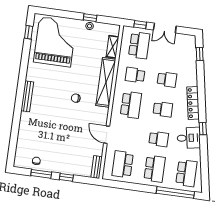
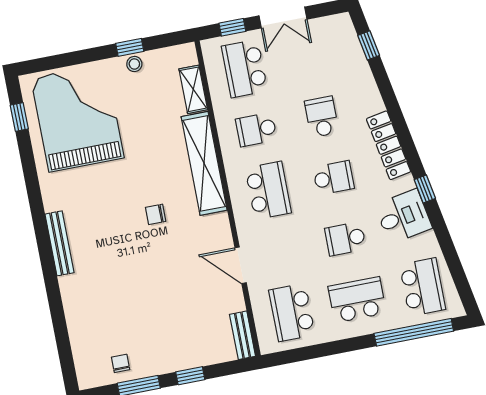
school desk: (139, 45) -> (244, 69), turned 180
school desk: (167, 79) -> (322, 117), turned -90
school desk: (159, 139) -> (345, 239), turned 180
school desk: (155, 169) -> (357, 300), turned -90

